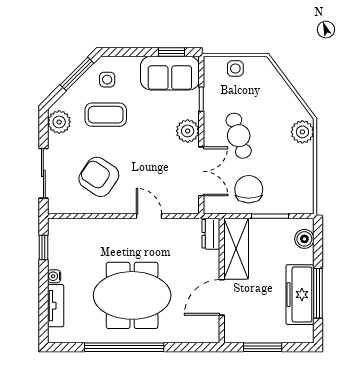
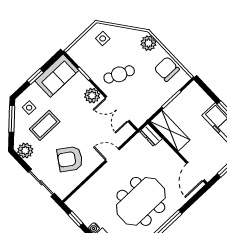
window: (172, 52) -> (35, 76), moved
side table: (235, 69) -> (103, 38), moved
cafe table: (239, 136) -> (119, 74), turned -49
double door: (201, 171) -> (117, 109), swing flipped
chair: (249, 189) -> (167, 69), moved
boiler: (304, 239) -> (199, 94), removed
door: (222, 297) -> (196, 172), moved

